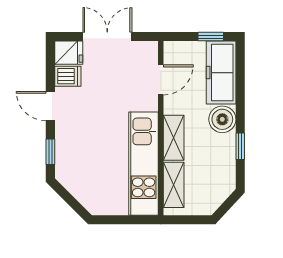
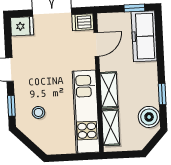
dishwasher: (68, 76) -> (83, 22), moved, turned 180
boiler: (222, 119) -> (149, 117), moved
stool: (84, 162) -> (38, 112), added

